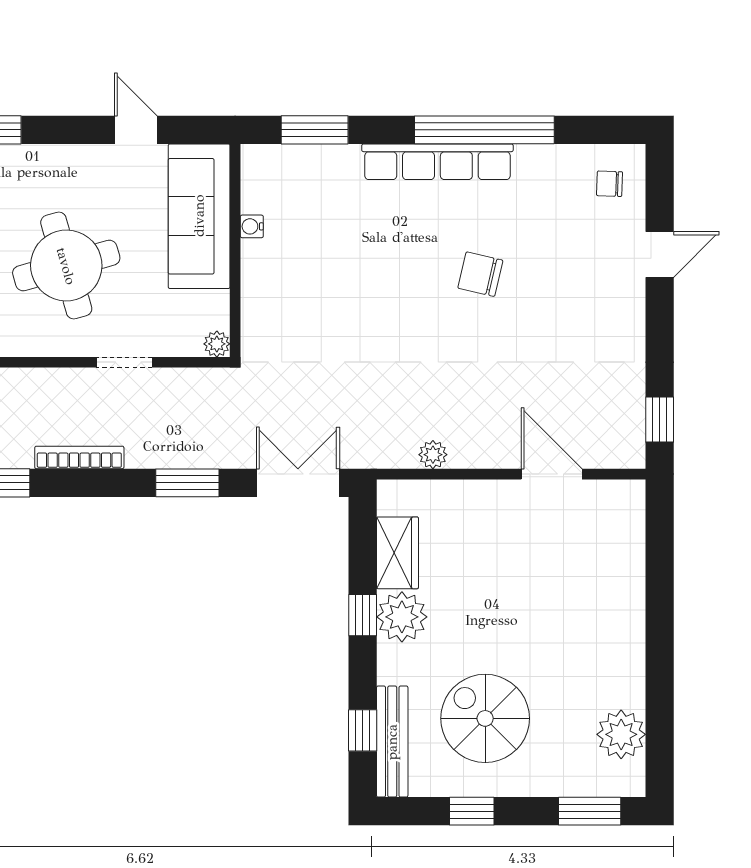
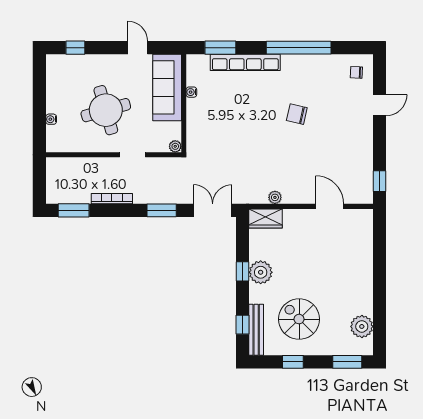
row of seats: (437, 162) -> (245, 62), moved
wardrobe: (398, 553) -> (266, 218), moved, turned 90

